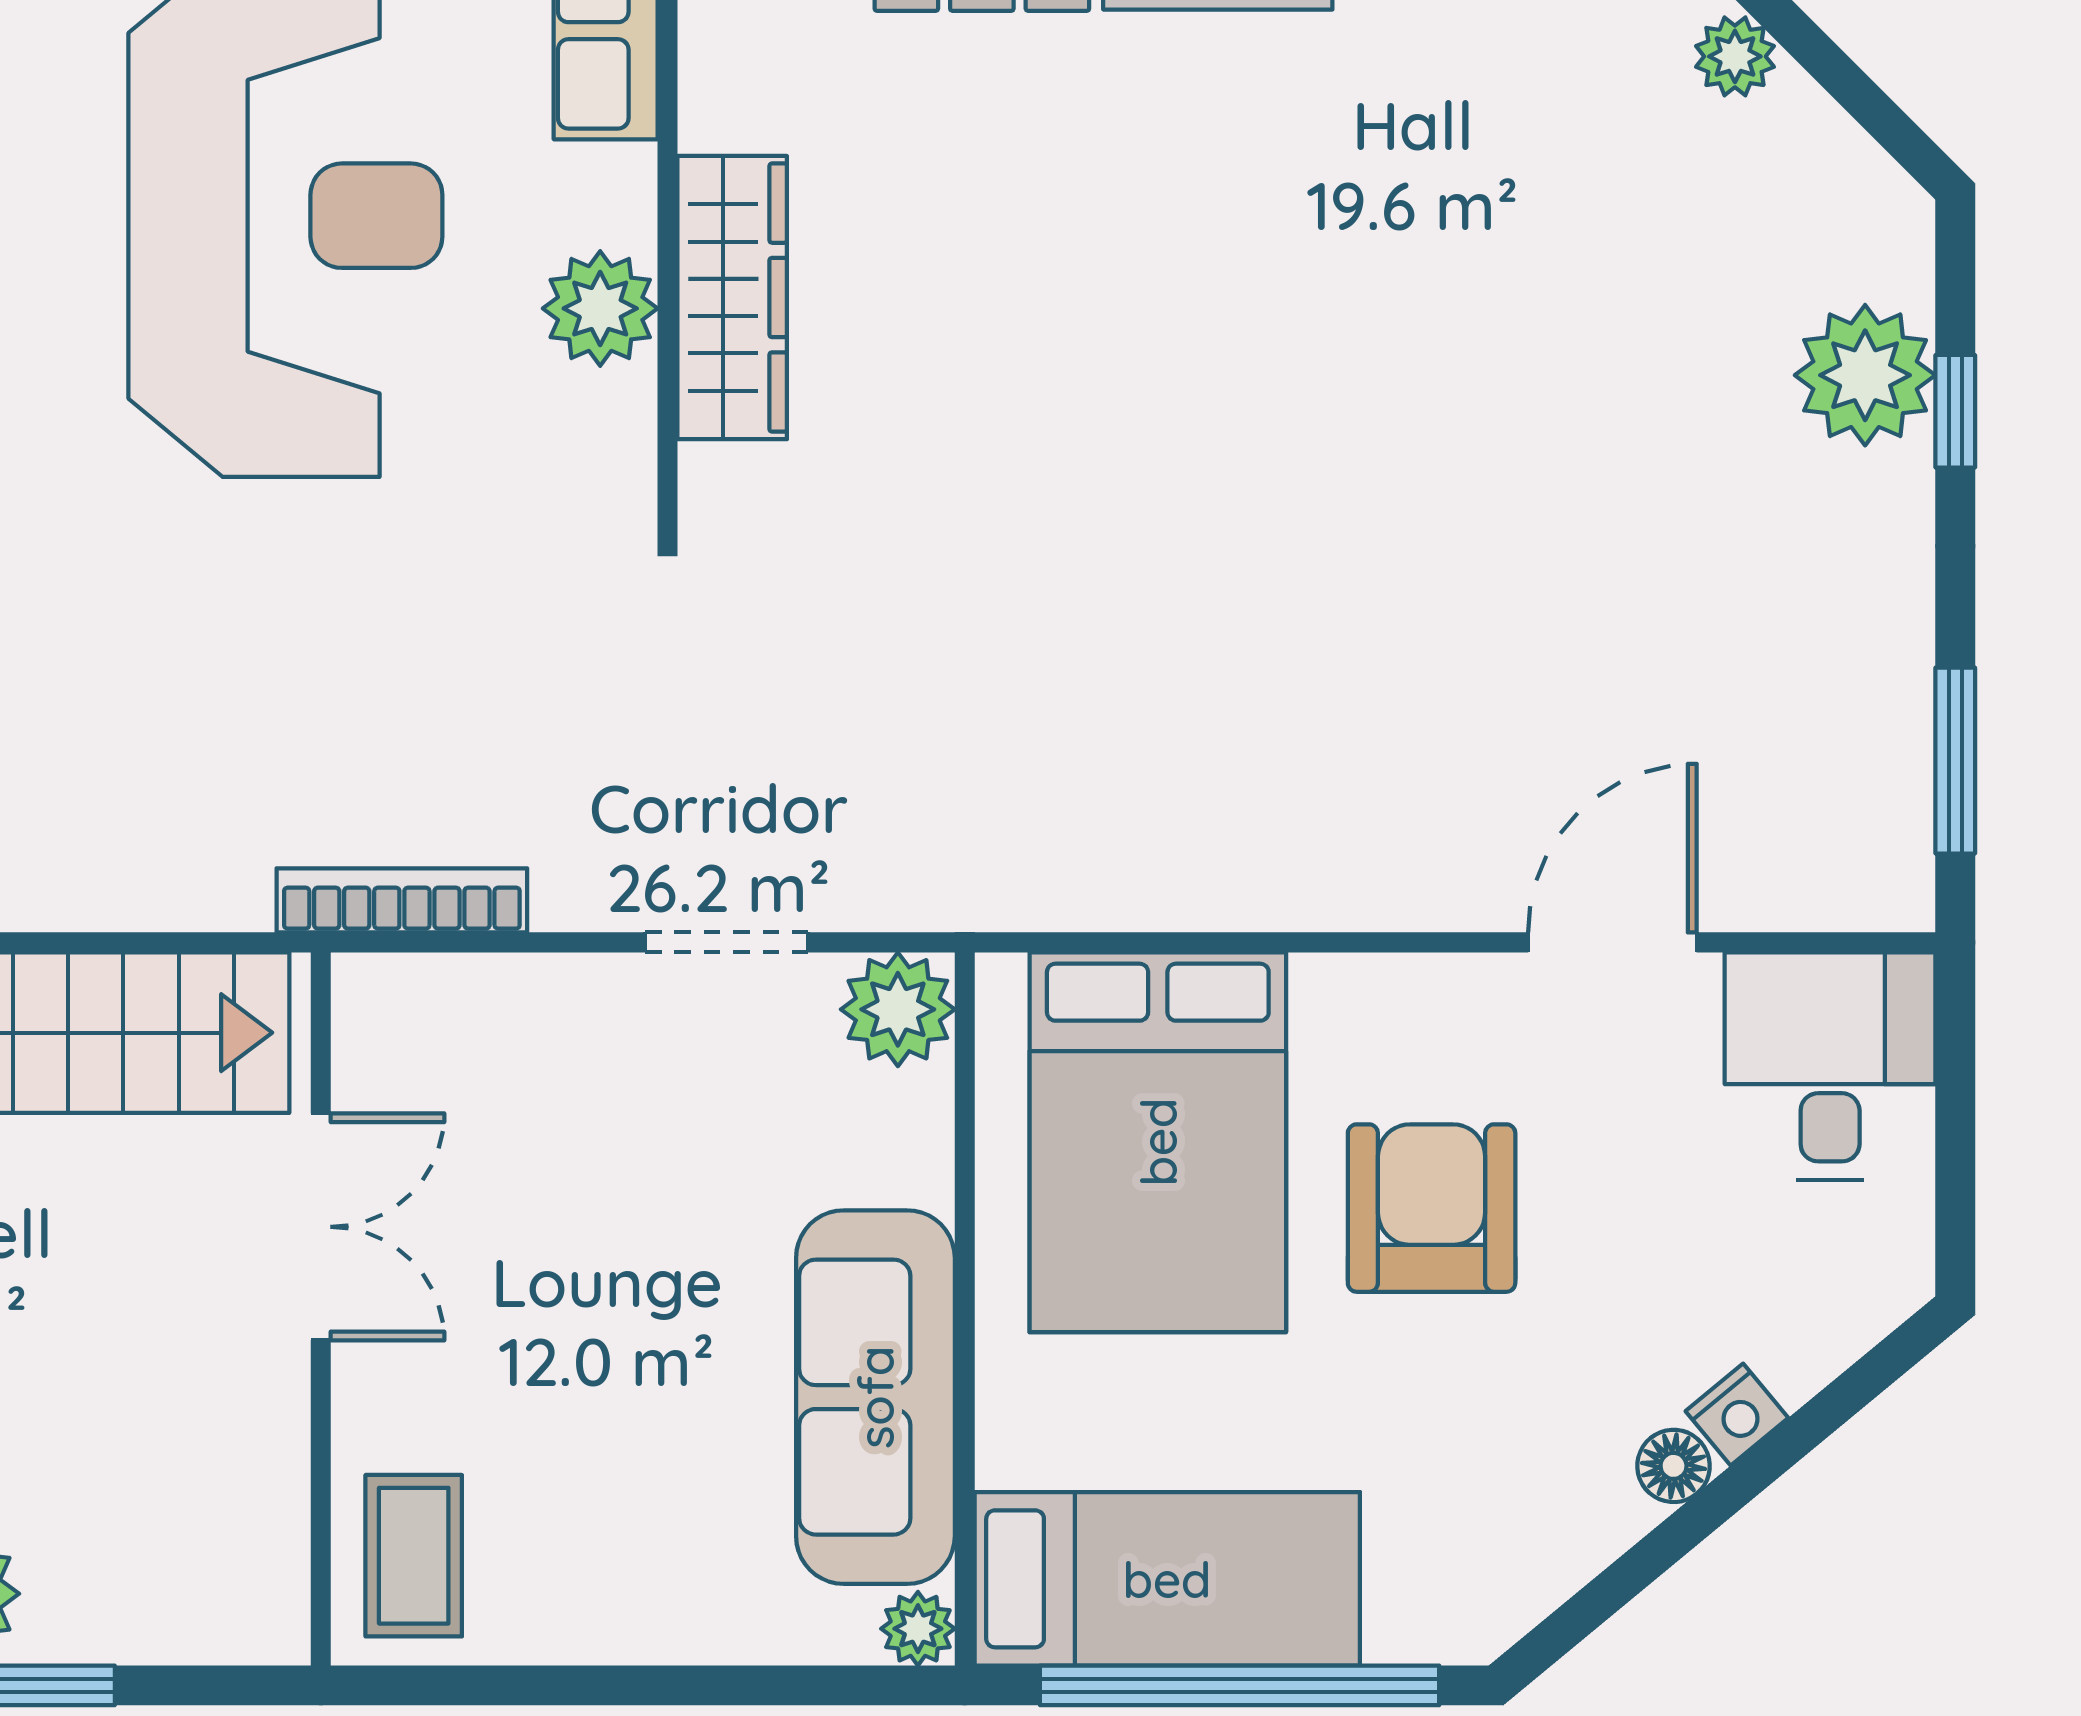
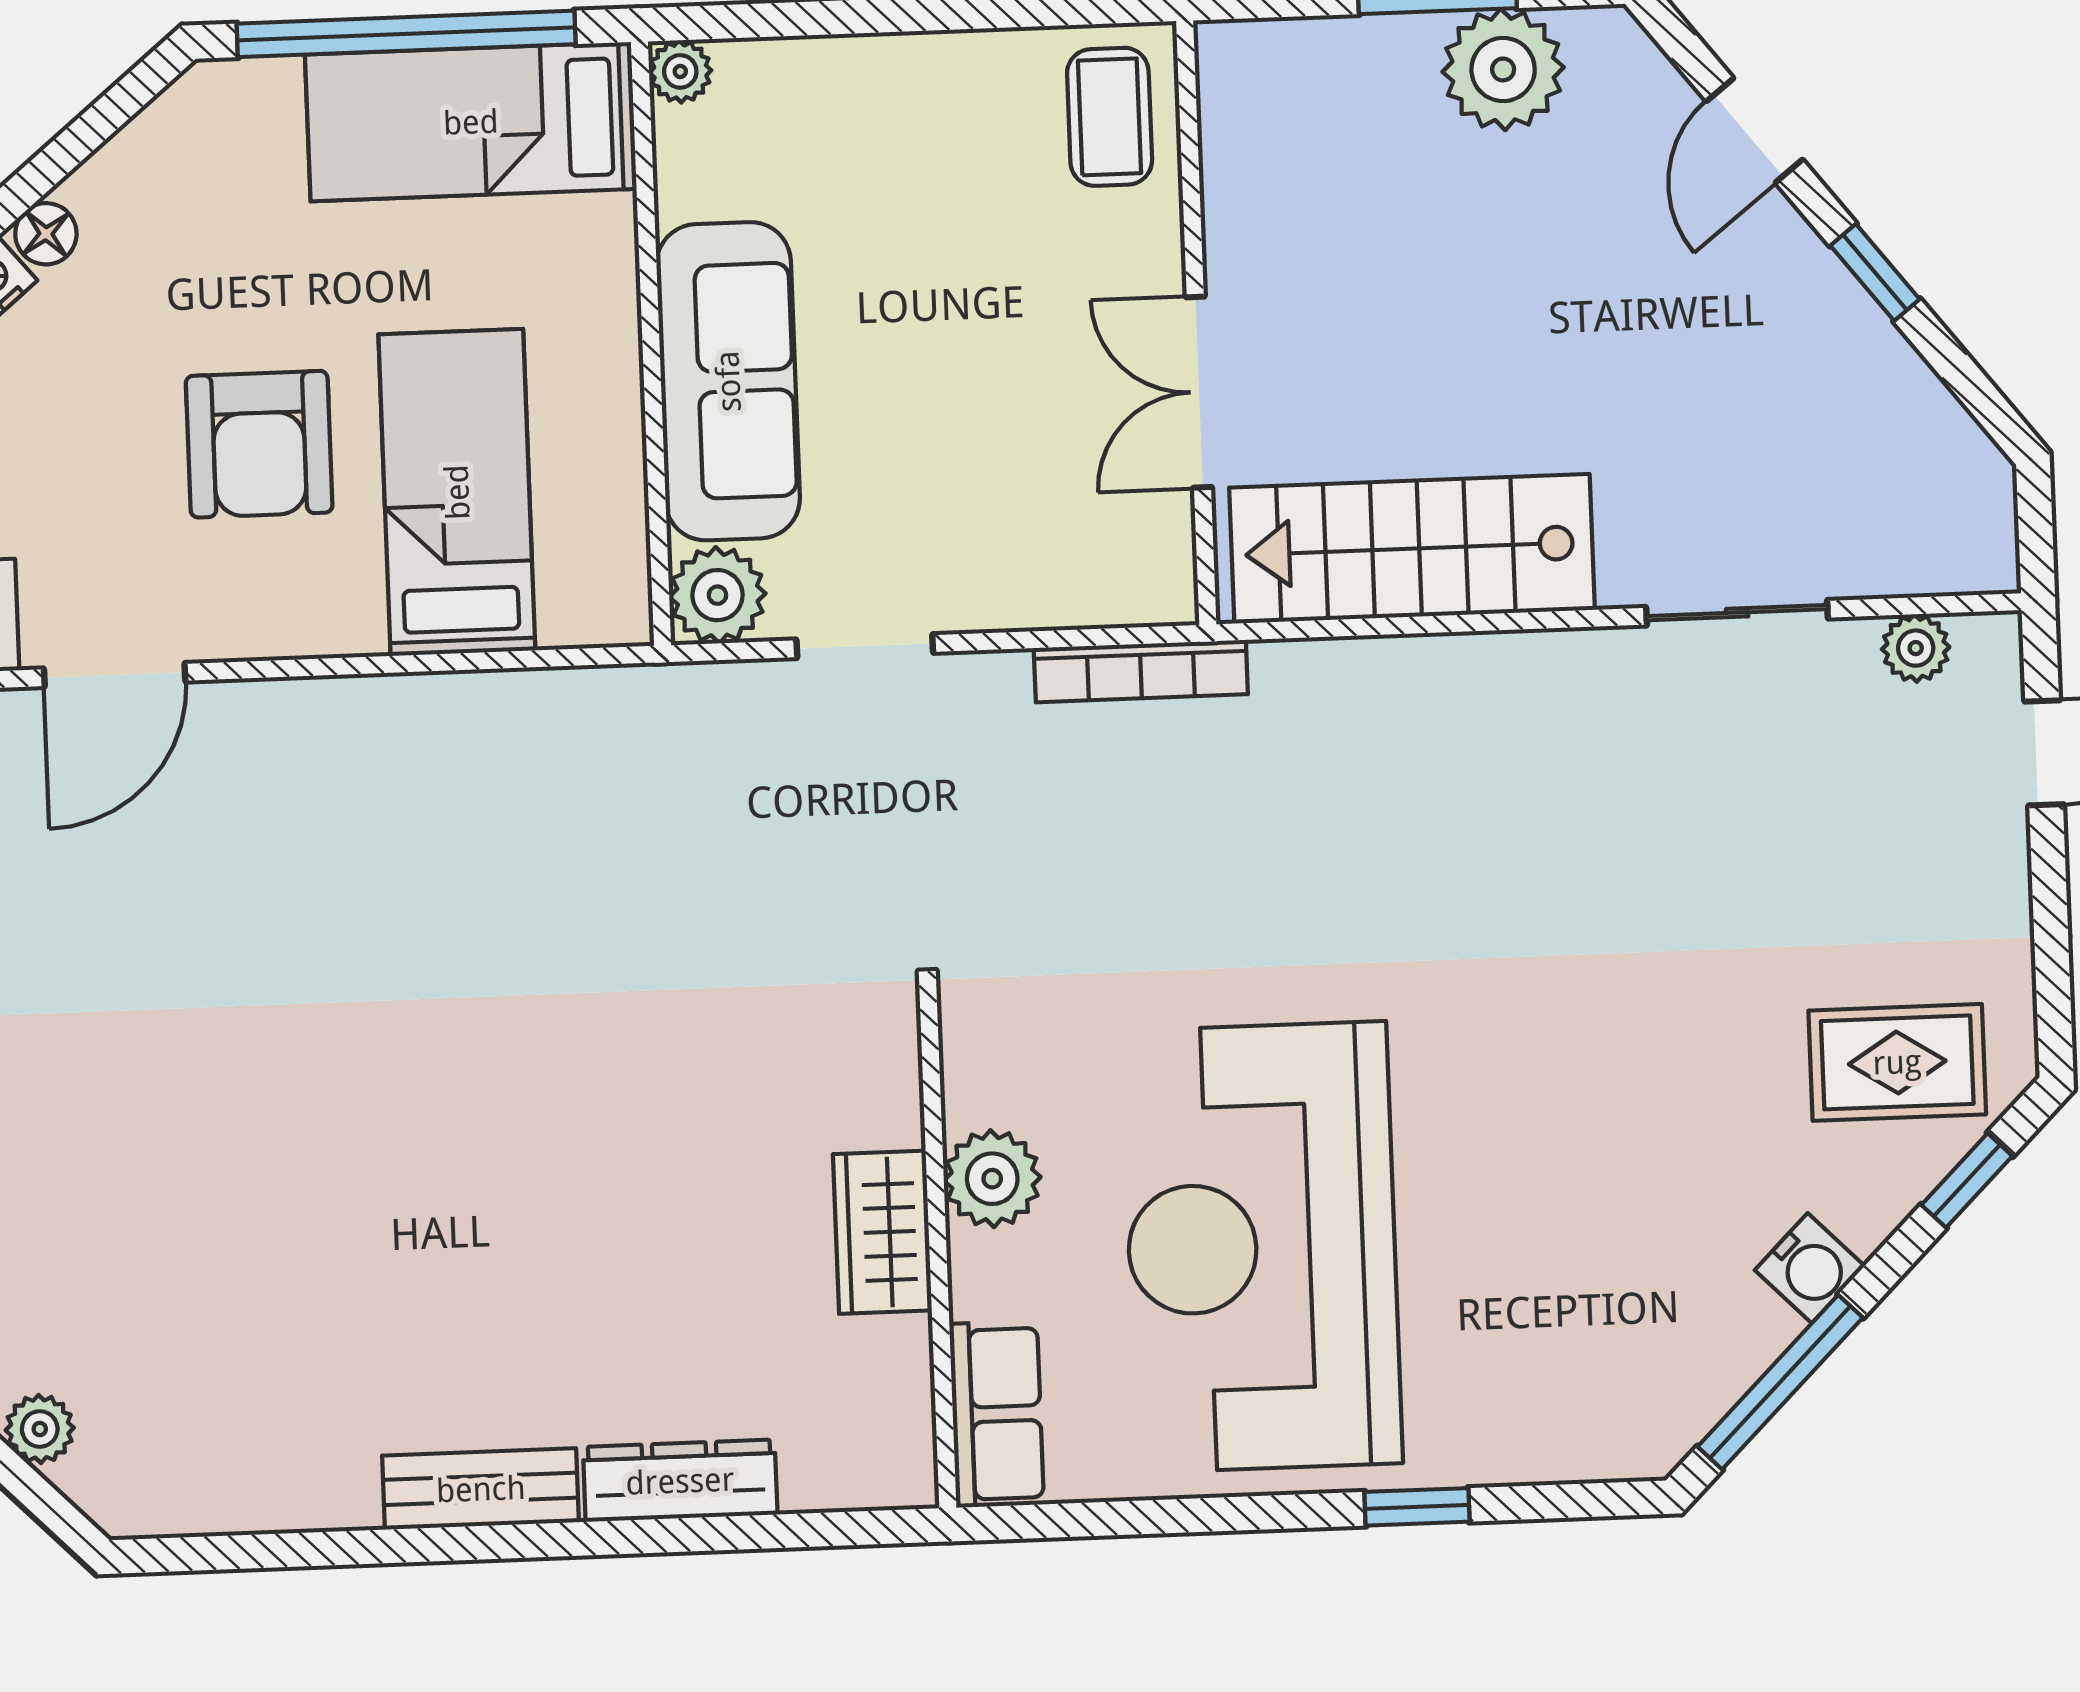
wardrobe: (732, 298) -> (882, 1232), width x0.67
bed: (1158, 1142) -> (457, 492), width x0.67
sofa: (875, 1397) -> (728, 381), moved

